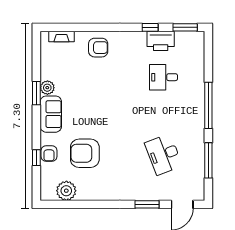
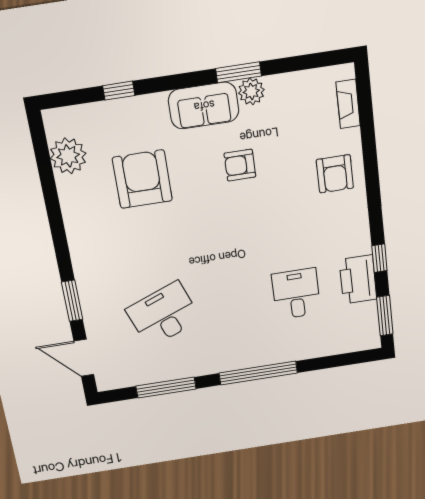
armchair: (49, 153) -> (240, 165), moved

